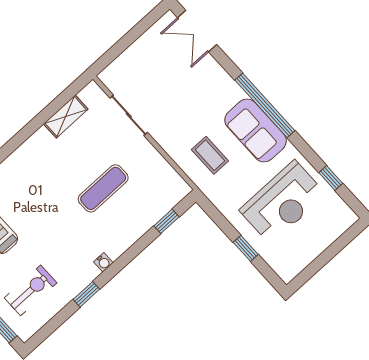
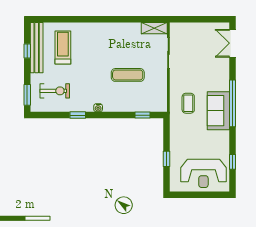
shelving: (66, 116) -> (154, 28), moved
reception desk: (283, 202) -> (203, 173), moved

